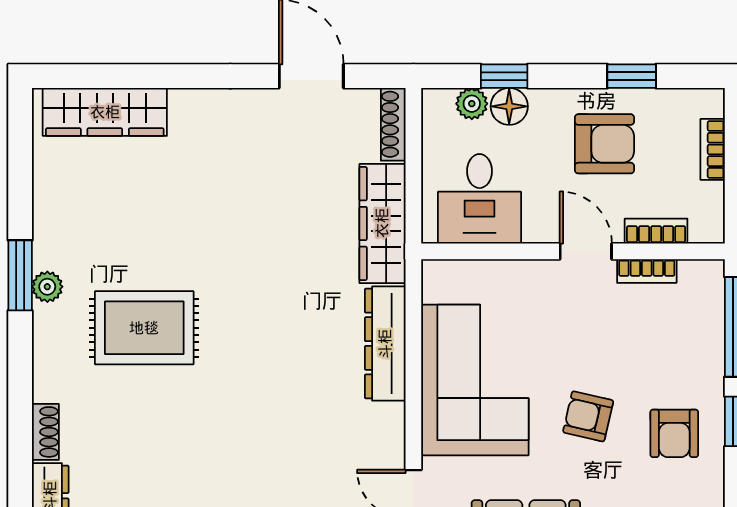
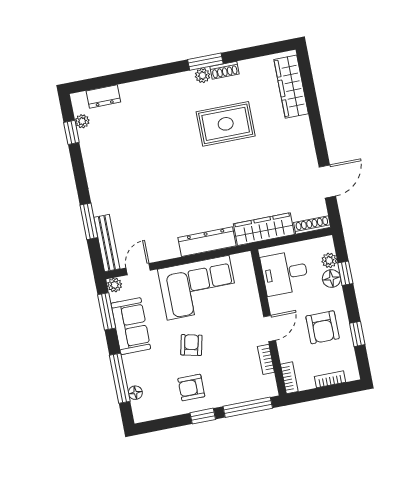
bookcase: (656, 231) -> (289, 378), moved
rug: (144, 328) -> (226, 124), moved, turned 90
shoe rack: (45, 432) -> (224, 70), moved

